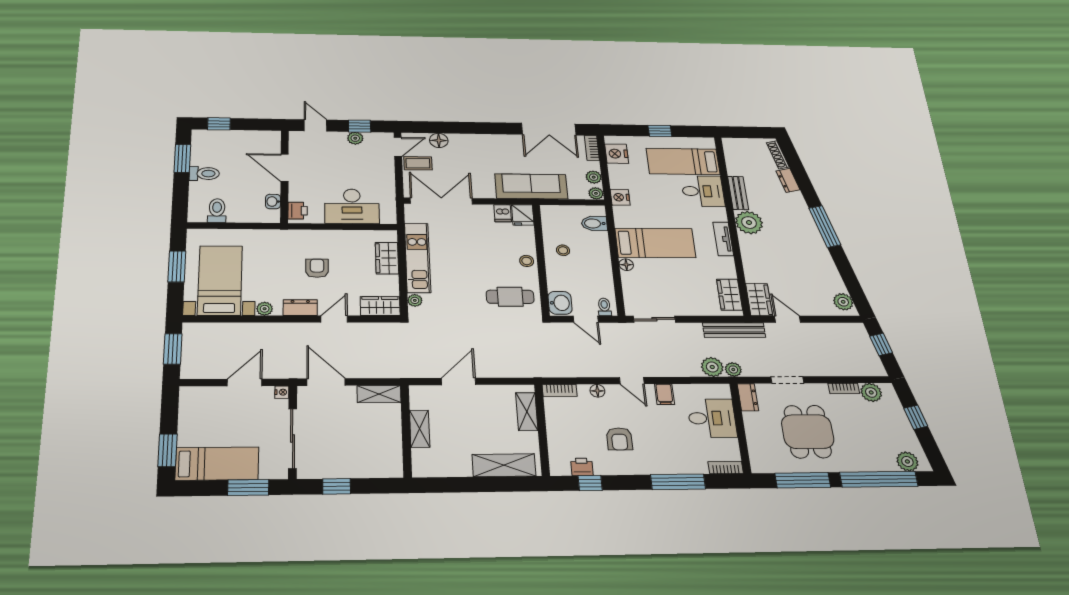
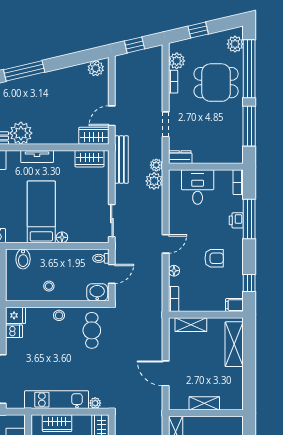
filing cabinet: (664, 394) -> (234, 305), moved, turned 180
dining table: (808, 432) -> (216, 83), moved
printer: (582, 467) -> (236, 220), moved

